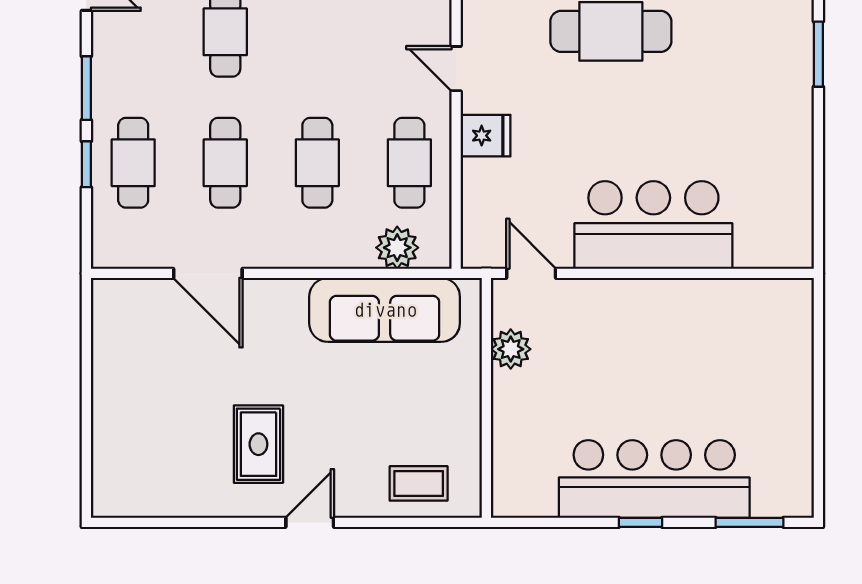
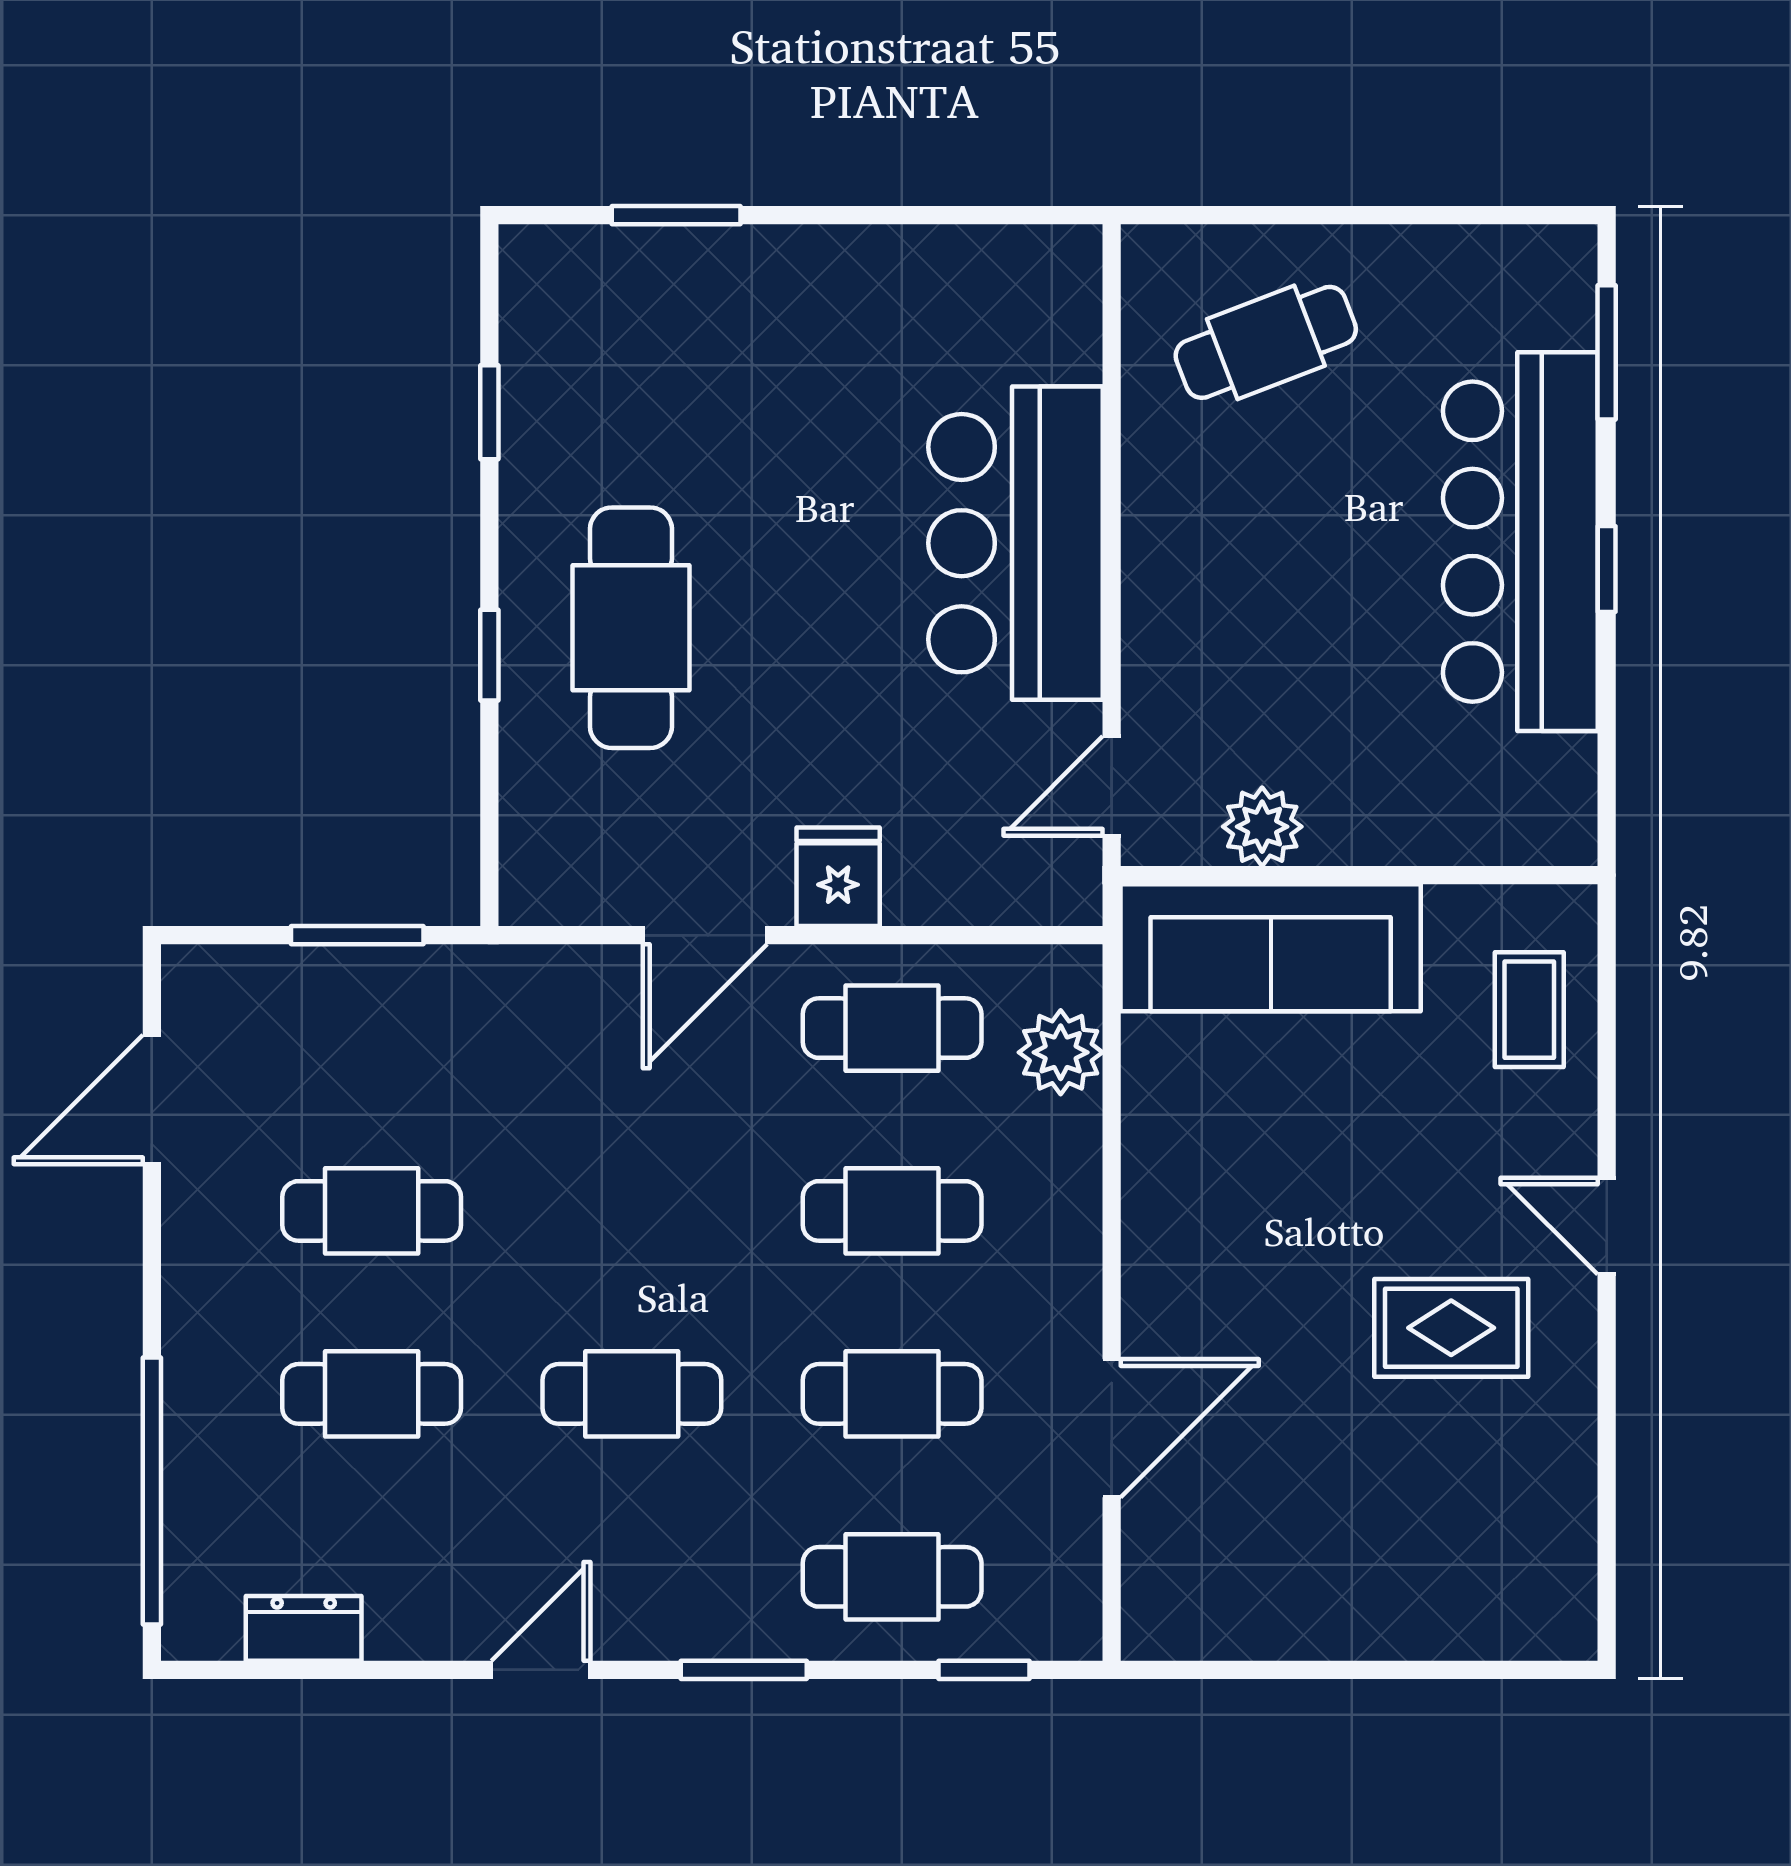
door: (456, 69) -> (705, 935), width x1.38
window: (86, 164) -> (984, 1670), moved
sofa: (385, 310) -> (1271, 948), moved, turned 90
cafe table: (754, 351) -> (1266, 342), added

